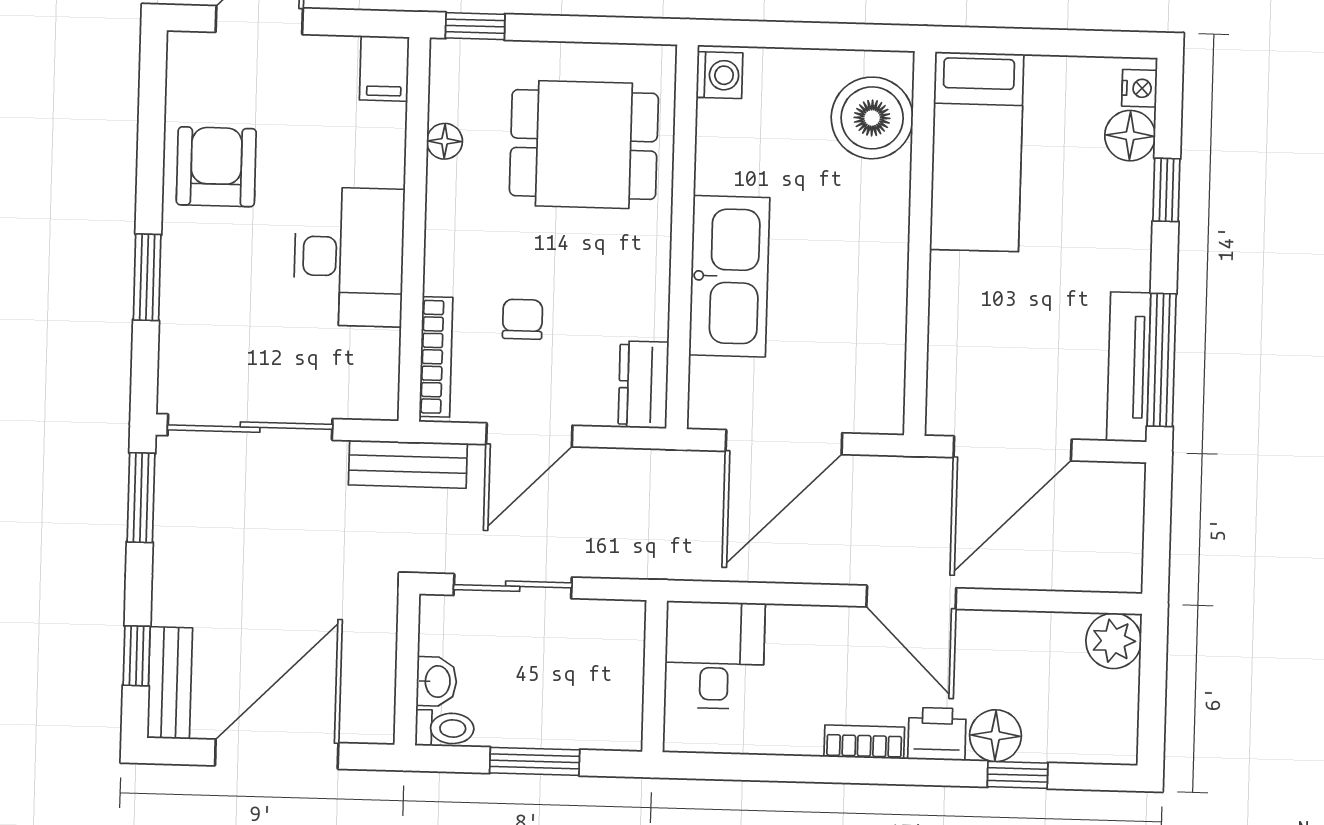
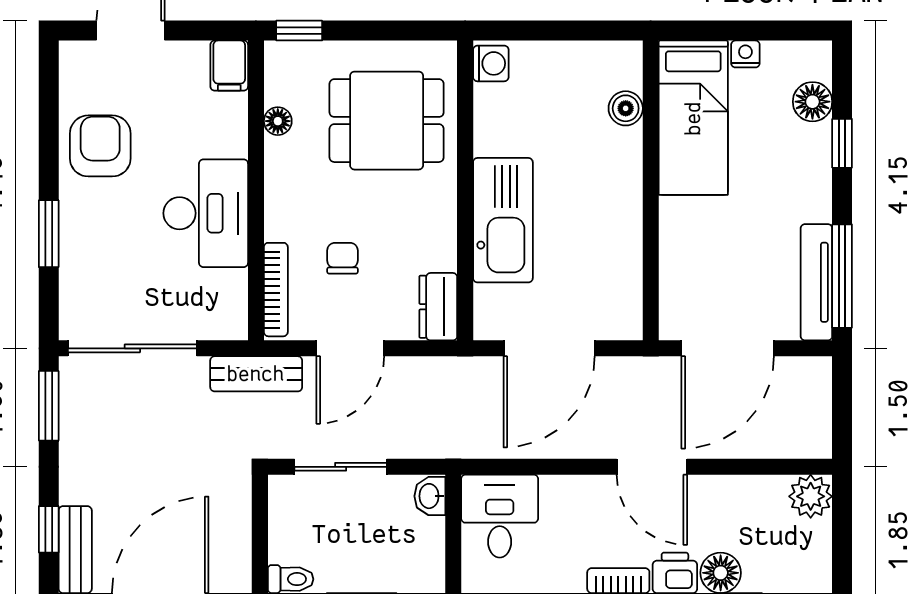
nightstand: (1139, 88) -> (745, 54), moved, turned -90
boiler: (872, 118) -> (626, 108), width x0.54, depth x0.54
washbasin: (436, 681) -> (430, 496), moved, turned 180

